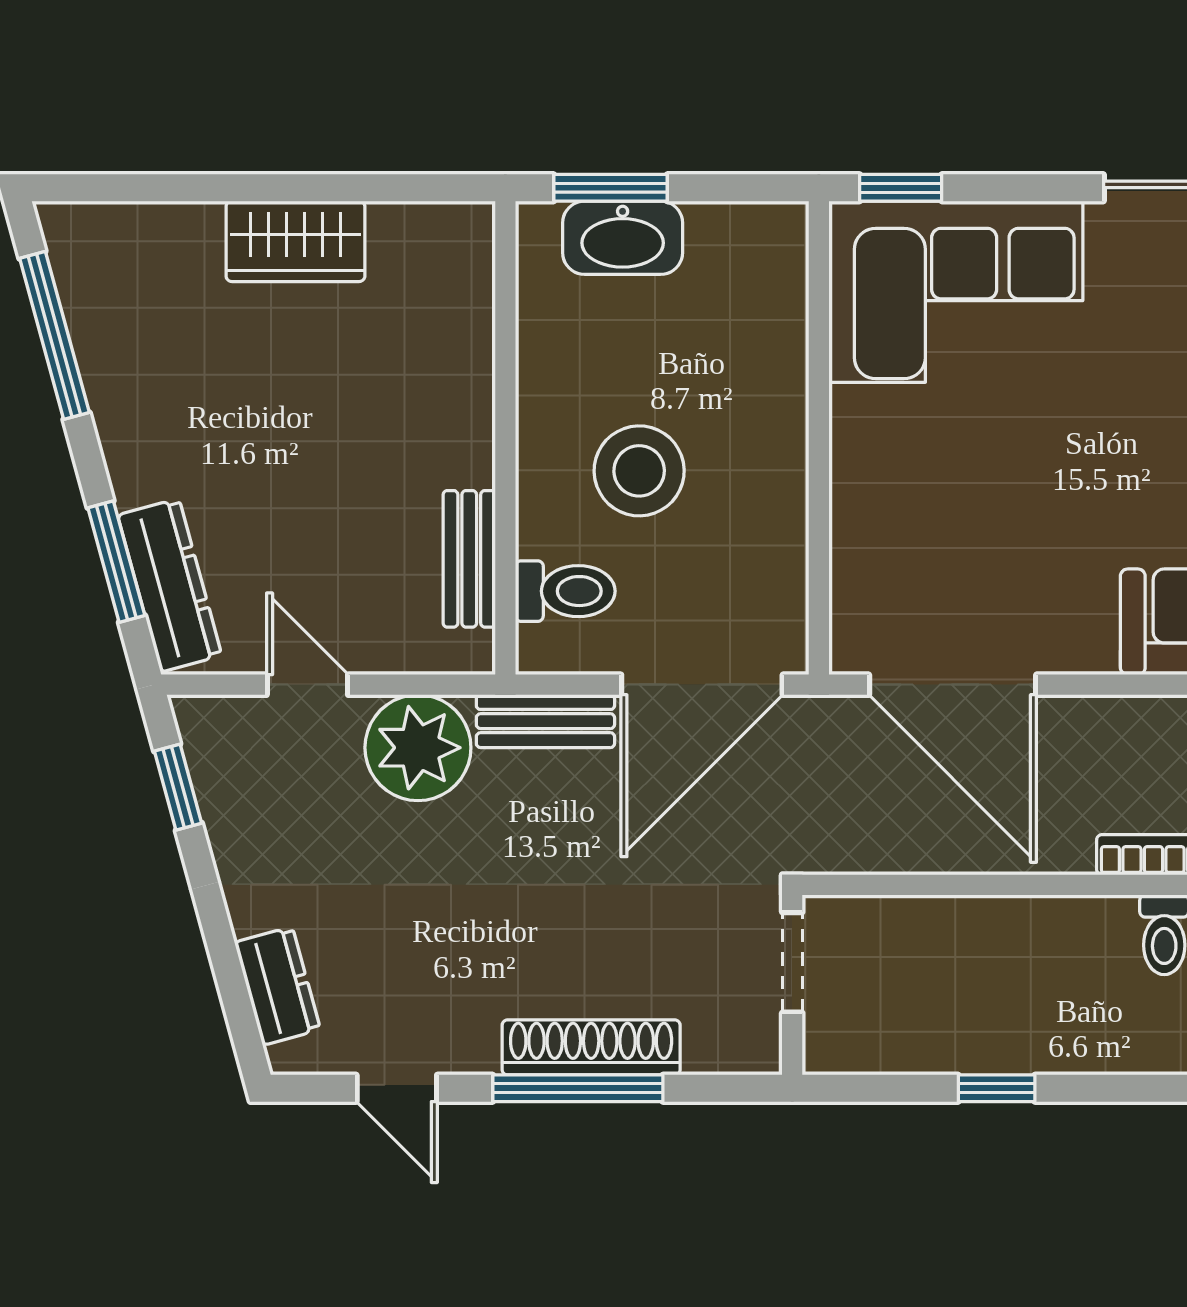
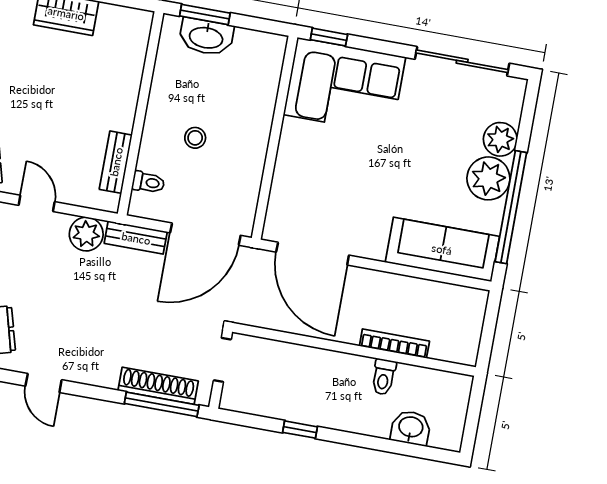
stool: (639, 471) -> (195, 138), width x0.53, depth x0.53
toilet: (565, 591) -> (148, 182), width x0.73, depth x0.72
plant: (418, 748) -> (86, 234), width x0.73, depth x0.73
shoe rack: (591, 1047) -> (158, 386), moved
window: (578, 1088) -> (162, 404), moved

